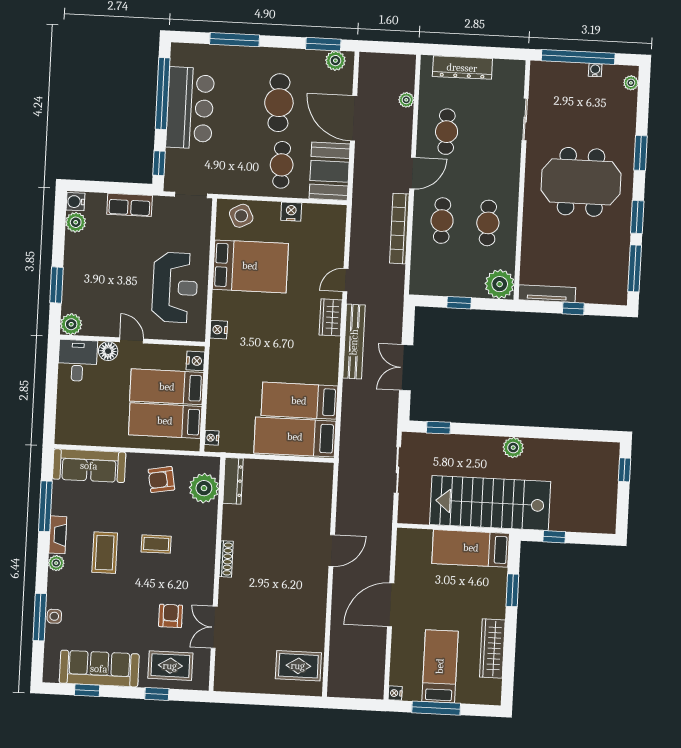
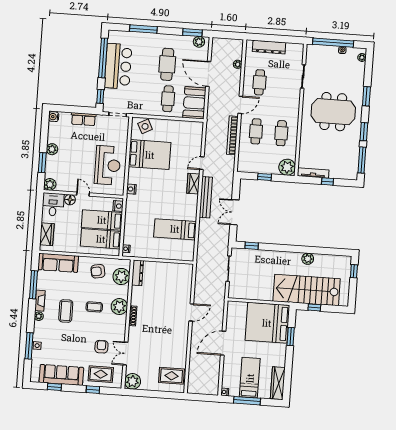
nightstand: (291, 212) -> (173, 125), removed
plant: (76, 222) -> (52, 149), moved
wardrobe: (68, 415) -> (47, 234), added
bed: (295, 437) -> (172, 249), removed
plant: (513, 448) -> (308, 259), moved
stairs: (490, 503) -> (307, 290), moved
plant: (201, 543) -> (119, 307), added
bed: (471, 548) -> (267, 323), width x2.04
wardrobe: (492, 648) -> (278, 383), moved
plant: (228, 677) -> (133, 381), added

